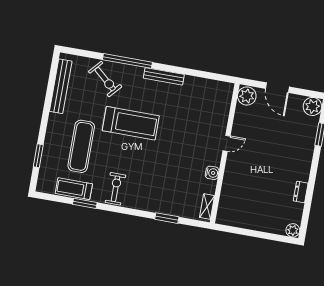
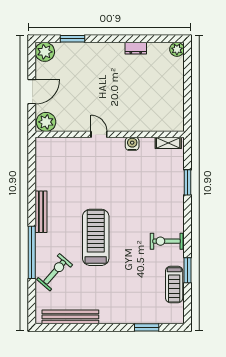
exercise mat: (81, 146) -> (129, 285), removed

